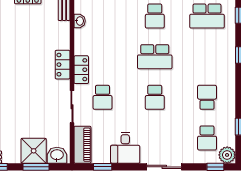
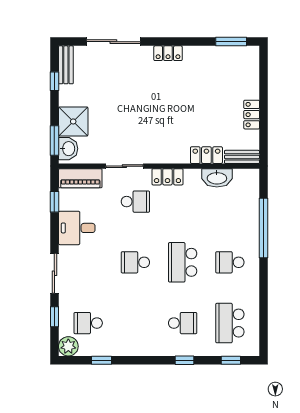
washbasin: (80, 21) -> (217, 178), width x1.91, depth x1.45
locker: (63, 65) -> (206, 155), moved
school desk: (103, 97) -> (135, 202), turned 180
school desk: (207, 97) -> (183, 323), moved
window: (36, 167) -> (54, 140), moved
window: (215, 167) -> (54, 317), moved

